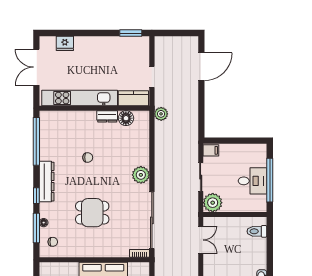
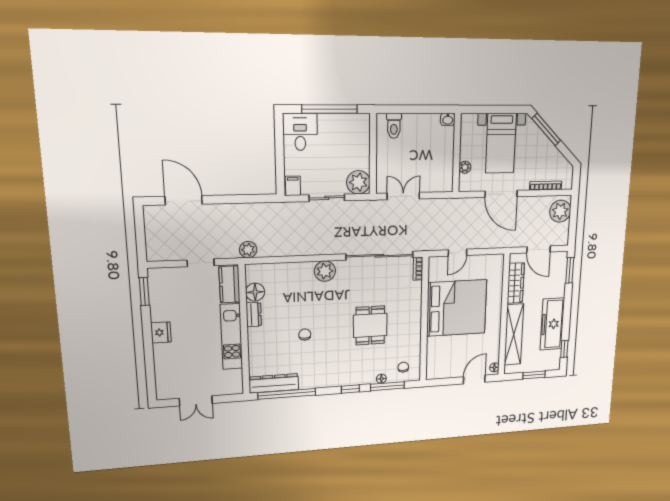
fridge: (65, 43) -> (161, 332), moved
double door: (36, 67) -> (196, 401), width x0.73
kitchen unit: (80, 98) -> (231, 337), width x0.73
desk: (253, 181) -> (300, 132), moved
dresser: (47, 182) -> (274, 383), moved

